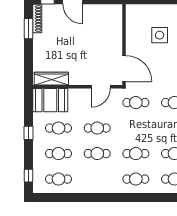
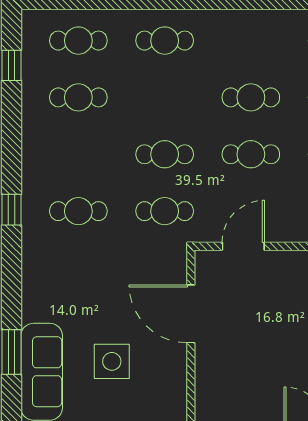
door: (124, 69) -> (191, 314), moved
cafe table: (136, 154) -> (165, 154), moved

